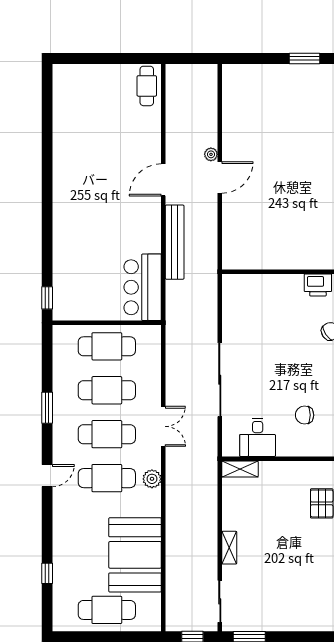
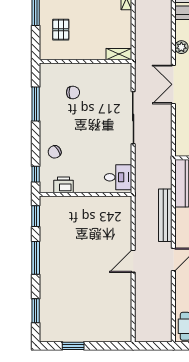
plant: (211, 154) -> (139, 278), removed
double door: (163, 426) -> (173, 84), width x1.37
desk: (258, 437) -> (118, 177), moved, turned 90

